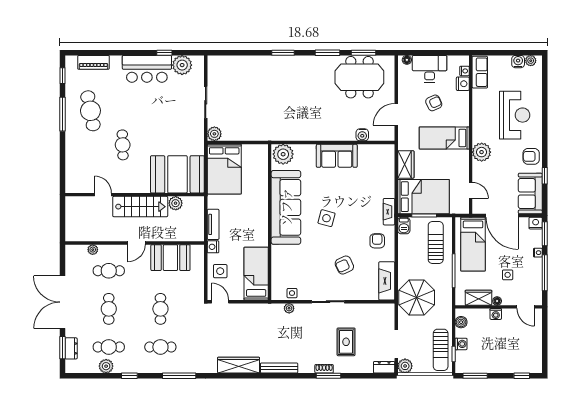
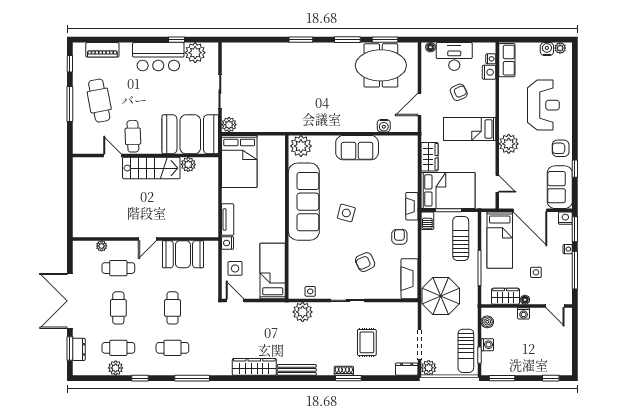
booth: (177, 174) -> (190, 134), moved
door: (103, 195) -> (112, 156), moved
wall: (135, 195) -> (145, 156), moved
plant: (176, 203) -> (188, 164), moved
stairs: (140, 207) -> (151, 168), moved
plant: (289, 308) -> (303, 312), width x1.87, depth x1.87

